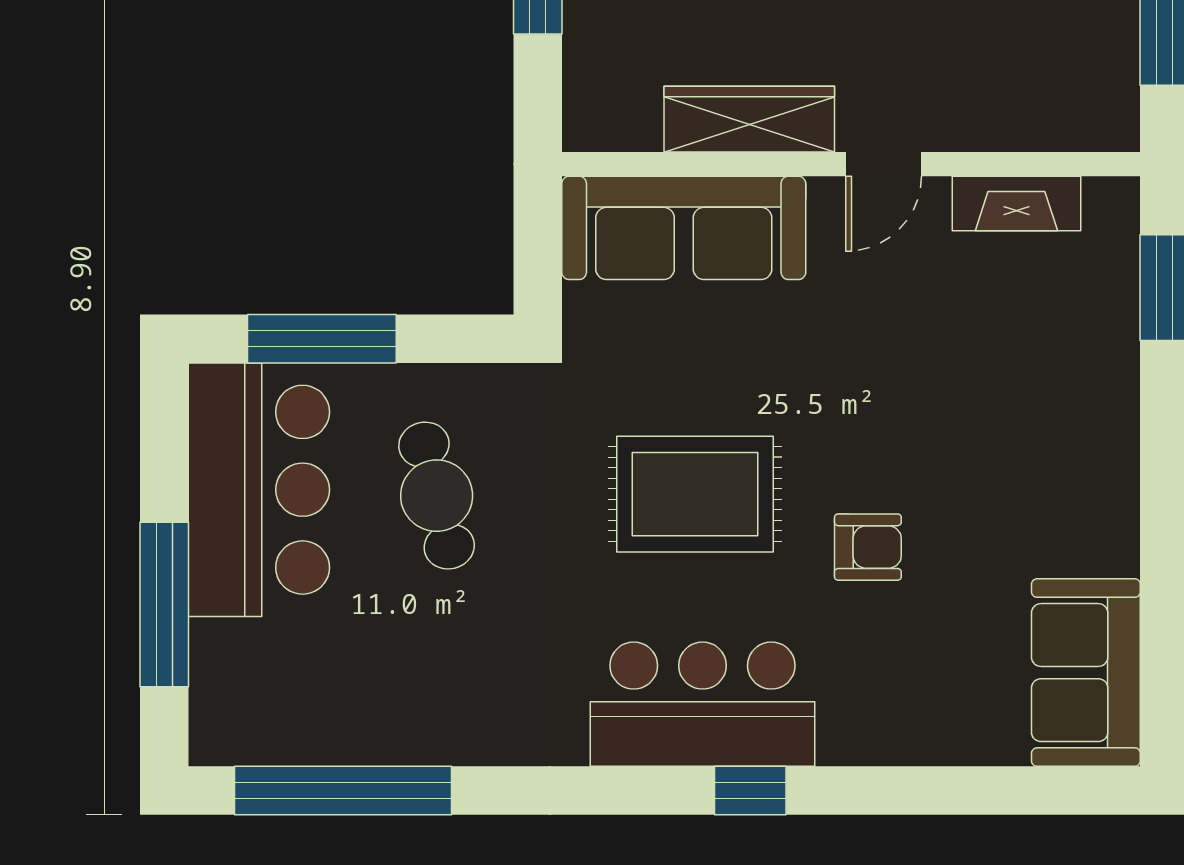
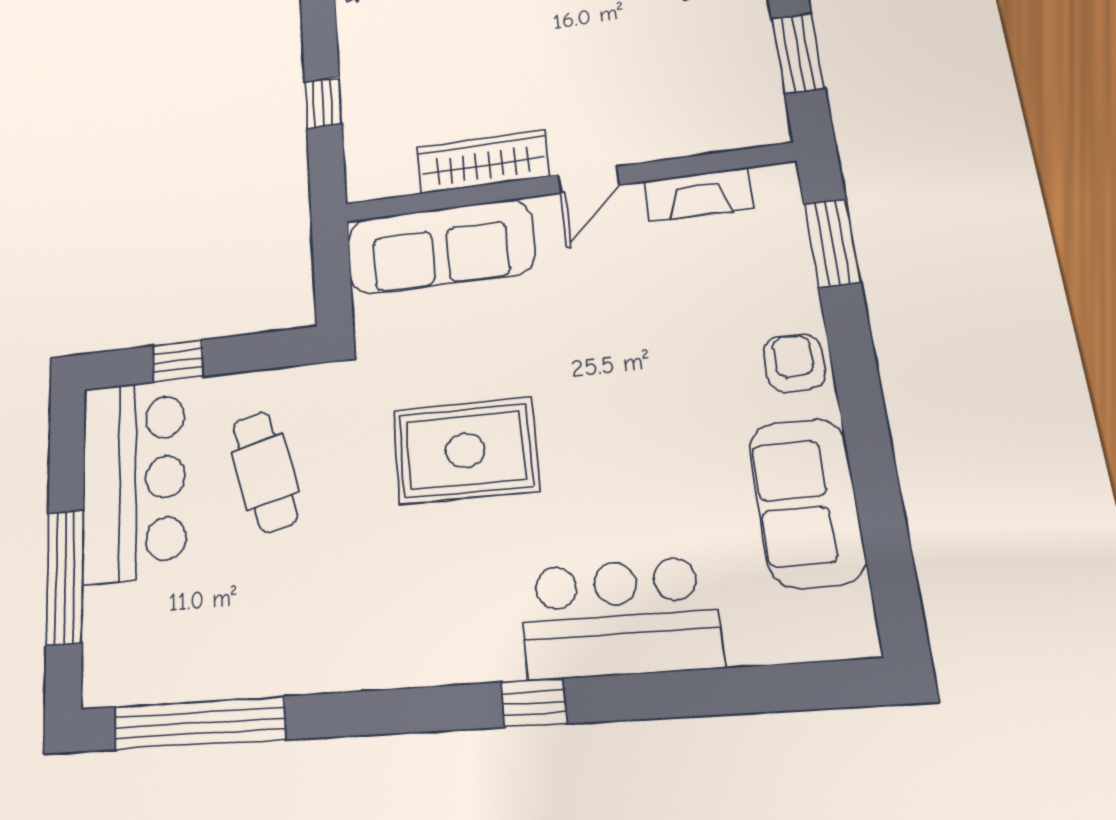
window: (322, 339) -> (178, 361), width x0.46
armchair: (868, 547) -> (794, 363), moved, turned -90
sofa: (1086, 673) -> (807, 502), moved
bar counter: (703, 704) -> (619, 618), moved

